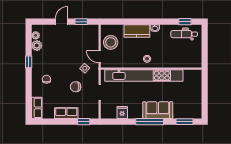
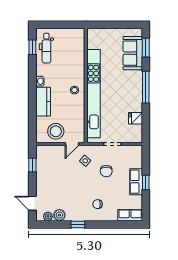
door: (62, 22) -> (32, 203), moved
sofa: (158, 110) -> (133, 53), moved
window: (84, 122) -> (146, 183), moved

